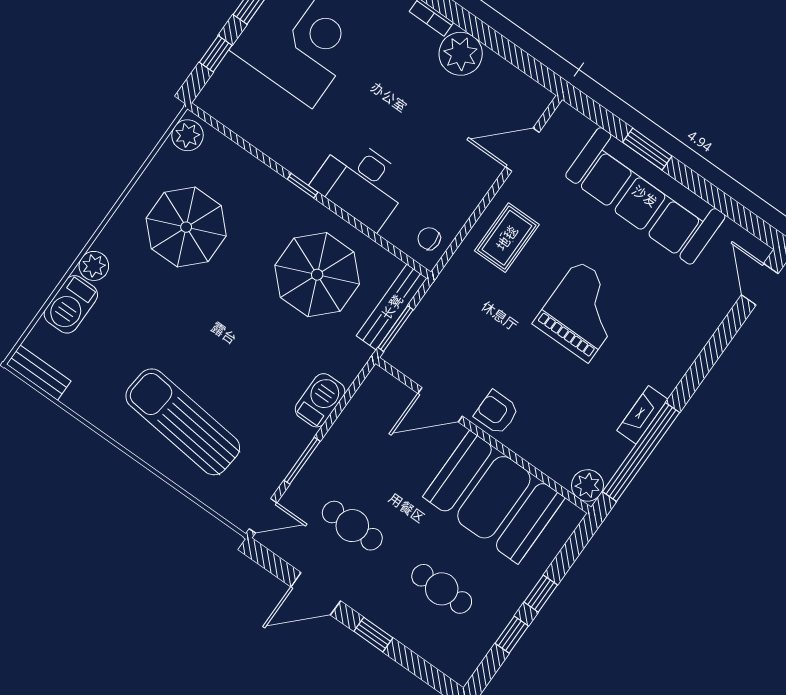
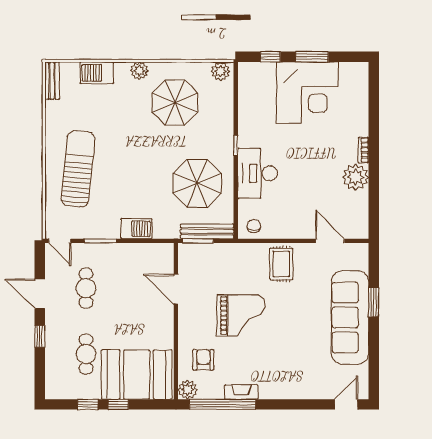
rug: (507, 238) -> (281, 264), turned 90
plant: (94, 266) -> (139, 71), moved
grand piano: (583, 311) -> (241, 315), moved
armchair: (497, 412) -> (203, 360), moved
booth: (494, 497) -> (137, 374), moved, turned 90

